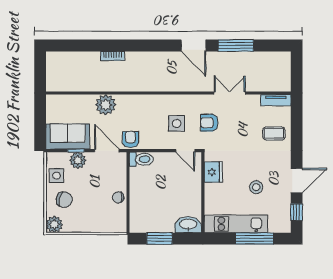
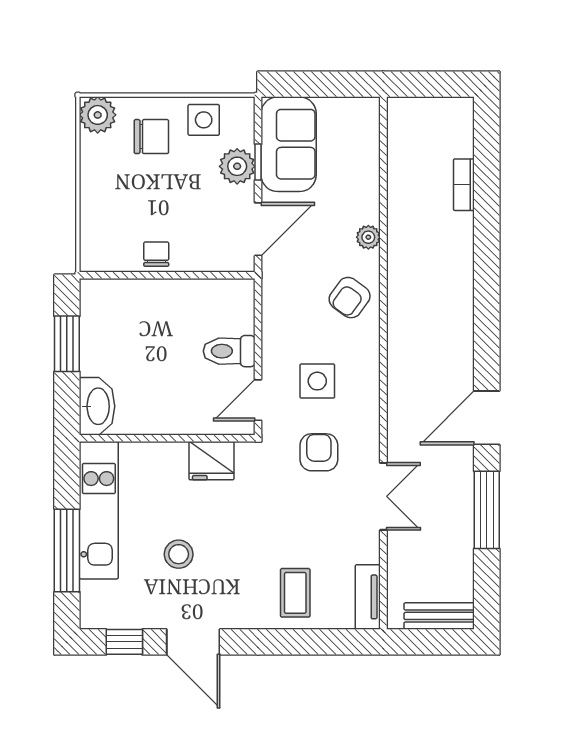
bookcase: (112, 56) -> (464, 185), moved
bench: (285, 67) -> (439, 616), added
plant: (106, 105) -> (368, 237), width x0.53, depth x0.53
armchair: (130, 139) -> (350, 298), moved, turned 128
toilet: (141, 159) -> (229, 351), moved, turned 90
chair: (64, 200) -> (151, 137), turned -103

